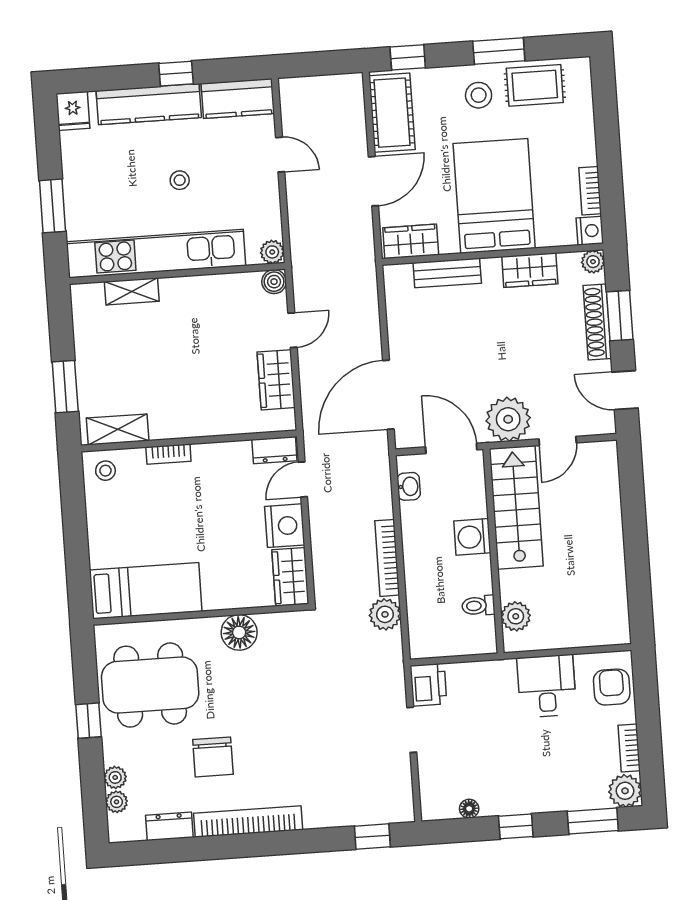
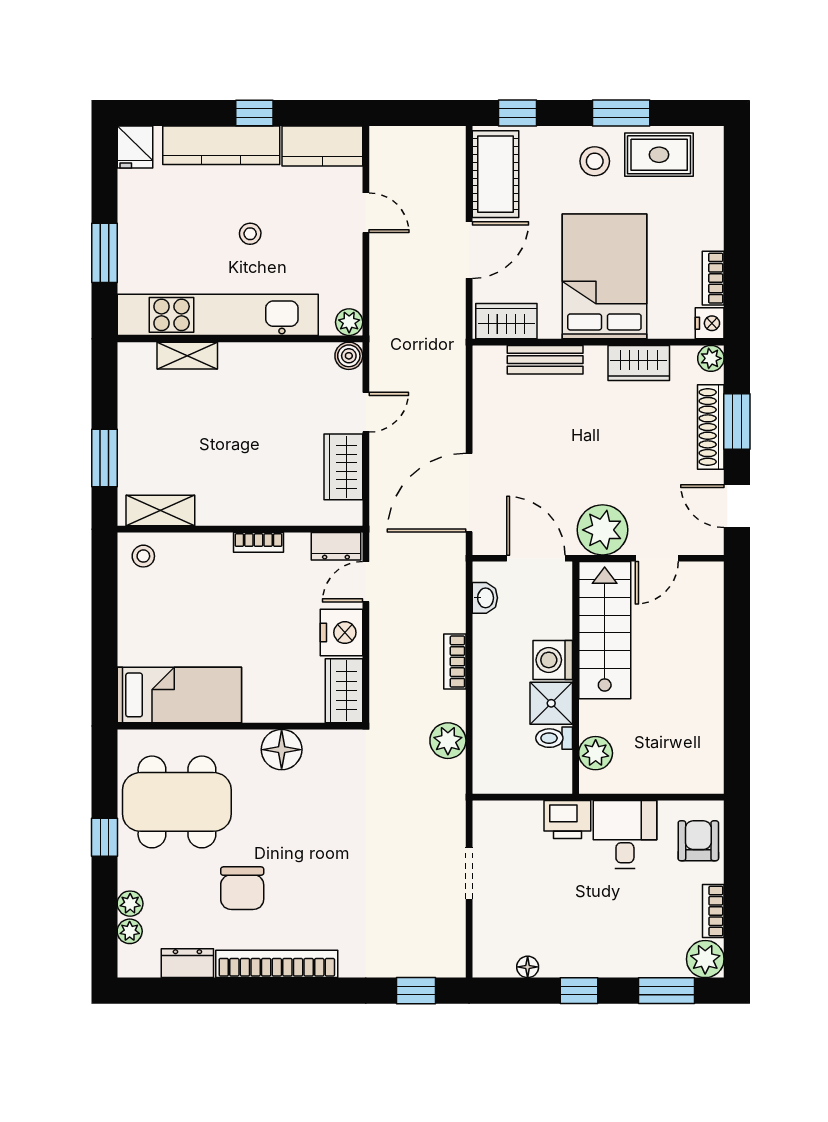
bookcase: (168, 454) -> (259, 542), moved
bookcase: (387, 558) -> (455, 662), width x0.64
shower: (474, 575) -> (551, 703), added
printer: (428, 685) -> (567, 819), moved, turned 90

